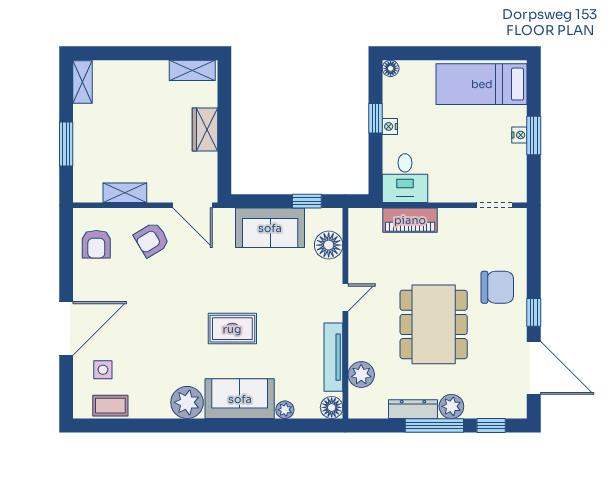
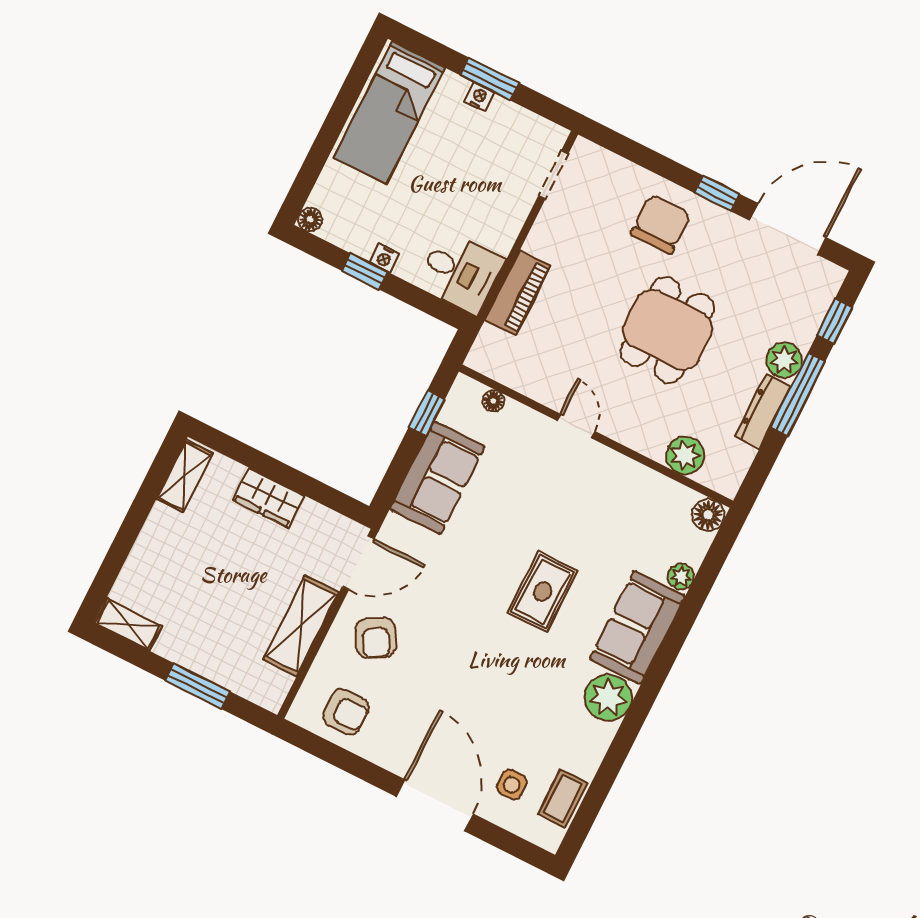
shelving: (125, 193) -> (301, 626), width x1.50, depth x1.33
floor lamp: (329, 245) -> (493, 401), width x0.53, depth x0.53
dining table: (434, 324) -> (667, 330), width x0.73
tv unit: (333, 357) -> (645, 480), removed

